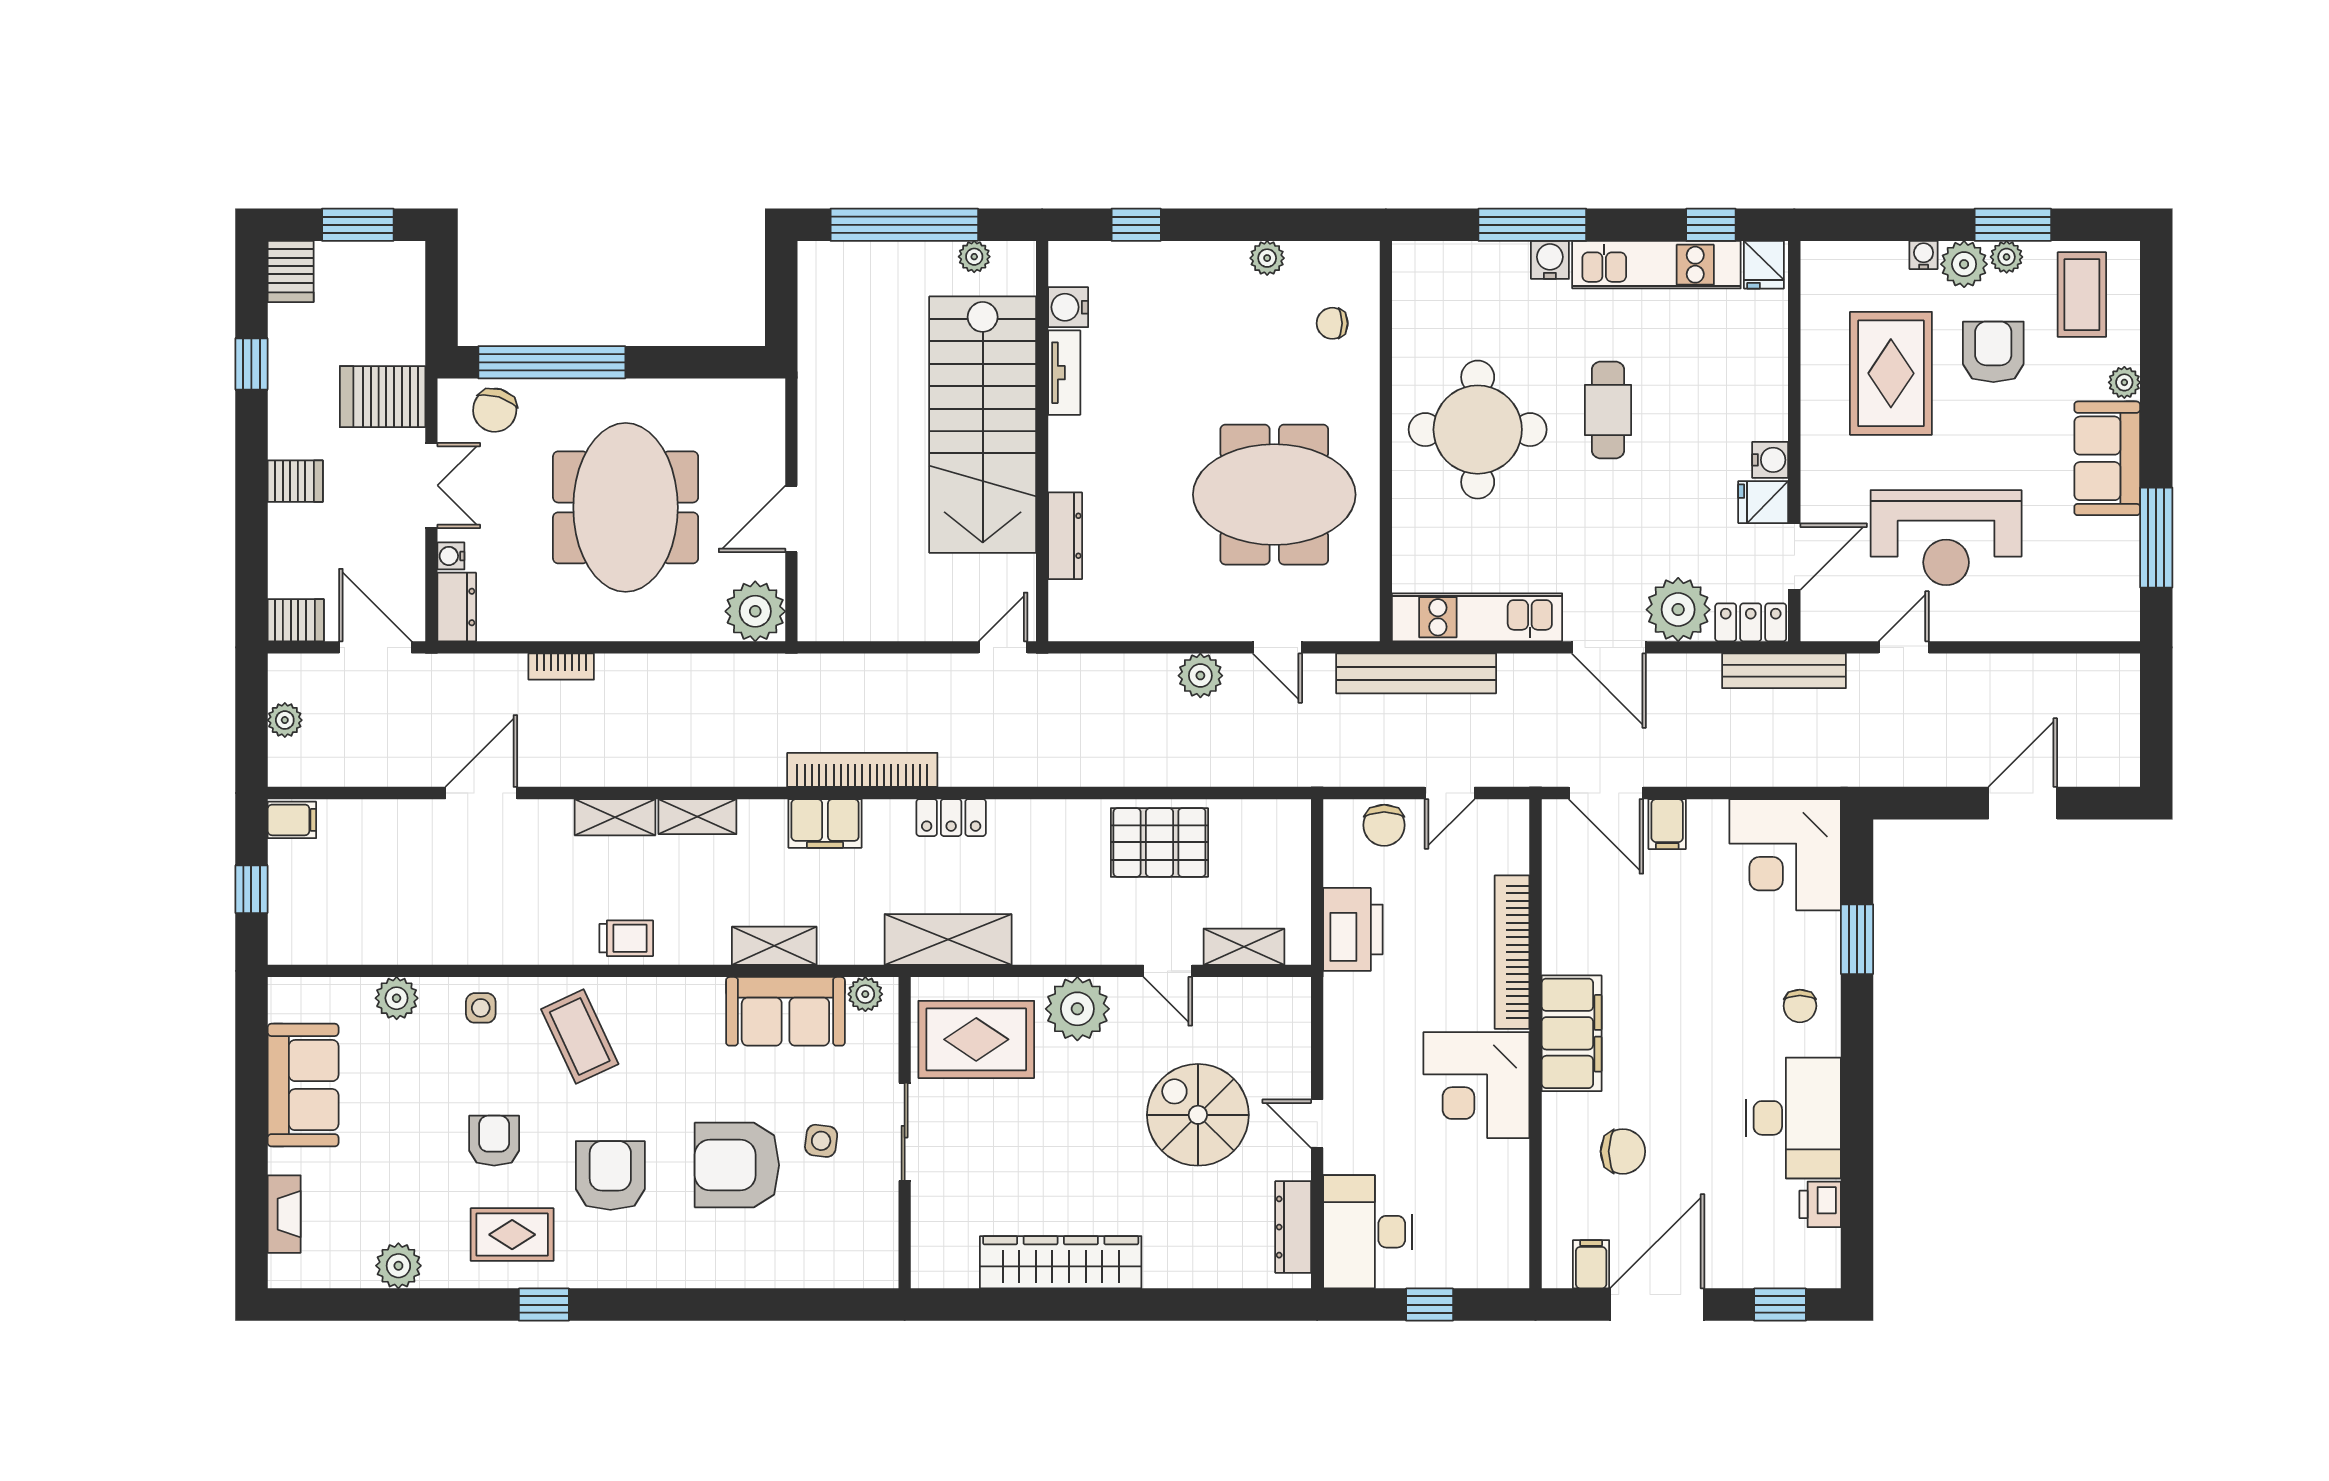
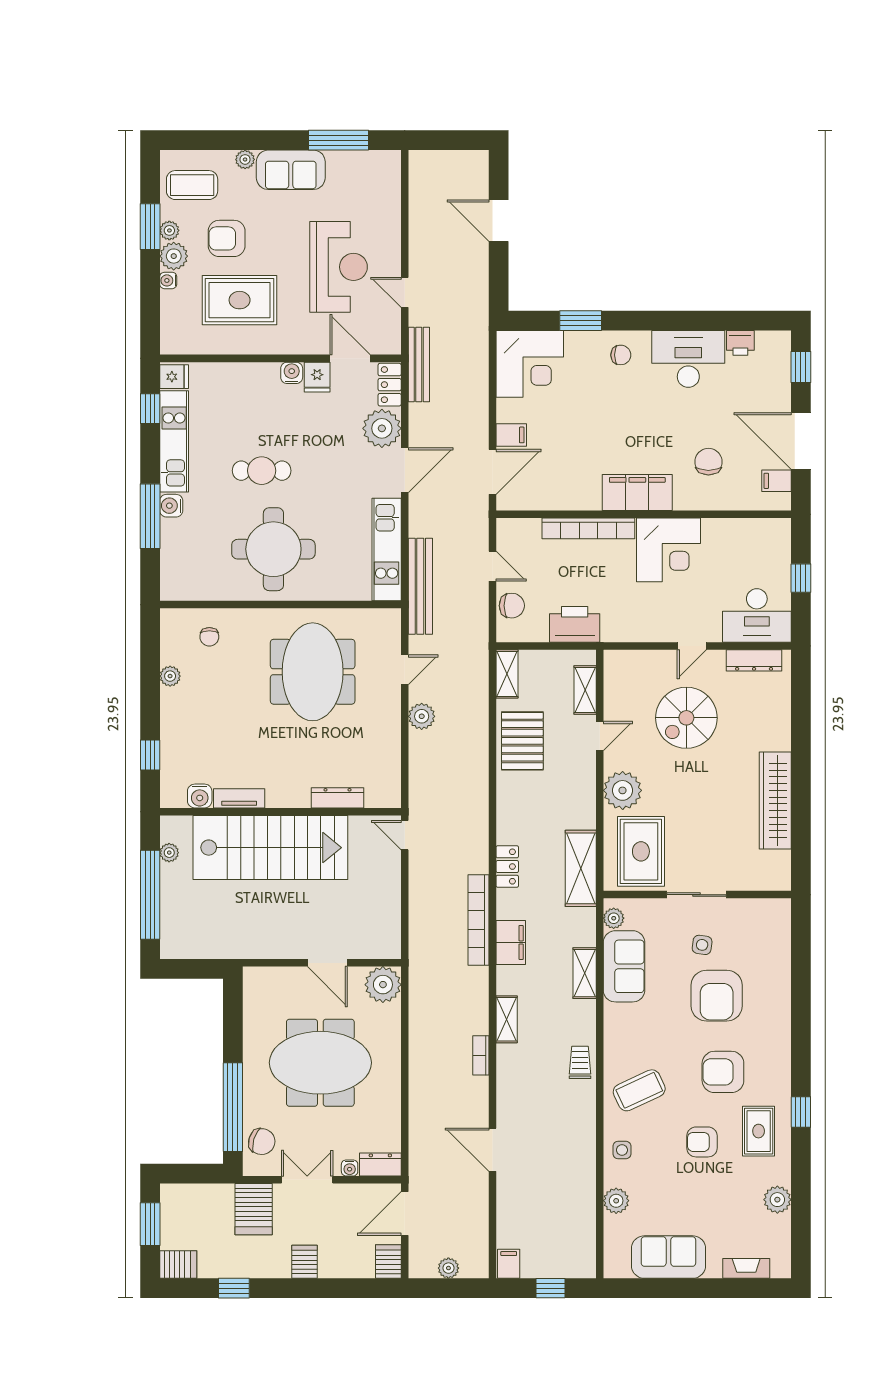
bookcase: (561, 667) -> (481, 1055), moved, turned 180
shelving: (615, 817) -> (507, 674), moved

